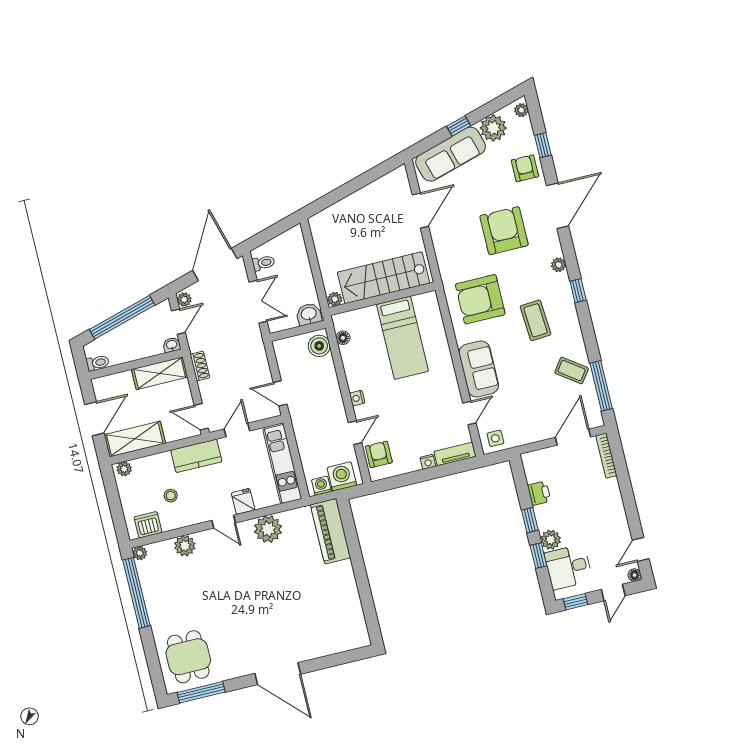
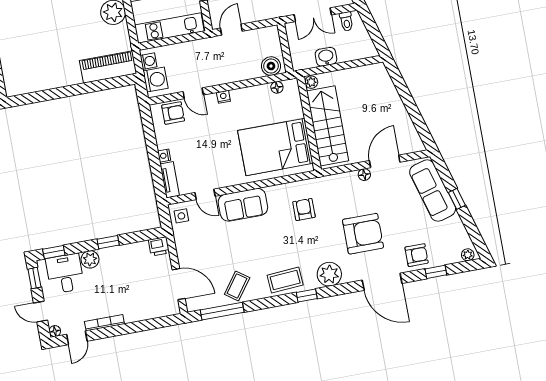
plant: (493, 128) -> (453, 229), removed
door: (420, 211) -> (385, 161), swing flipped
floor lamp: (437, 233) -> (364, 175), added
plant: (559, 265) -> (329, 274), width x1.88, depth x1.88
armchair: (480, 299) -> (304, 209), width x0.53, depth x0.53
washbasin: (309, 314) -> (326, 57), moved, turned -90
coffee table: (536, 320) -> (285, 280), moved
bed: (402, 338) -> (275, 147), width x1.50
bookcase: (606, 456) -> (104, 323), moved
printer: (539, 493) -> (159, 246), moved
door: (641, 549) -> (77, 338), swing flipped
window: (538, 556) -> (54, 252), moved

